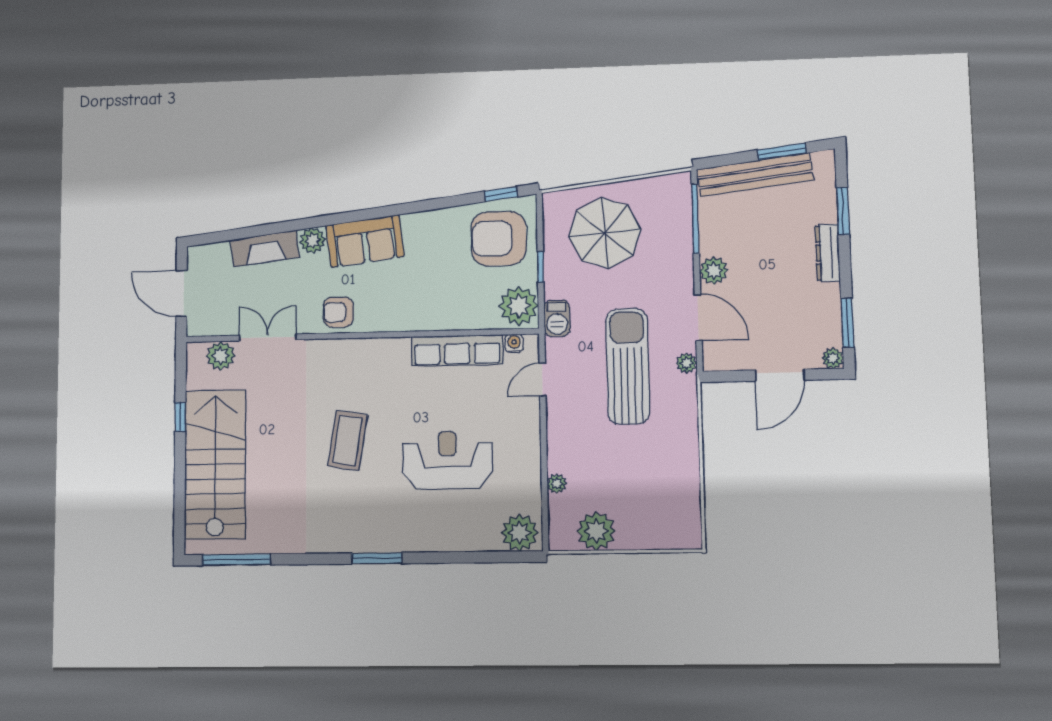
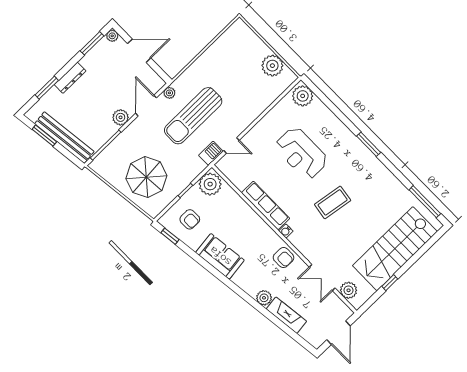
armchair: (499, 239) -> (190, 219), width x0.53, depth x0.53
sofa: (365, 241) -> (220, 256), moved
barbecue: (557, 318) -> (211, 153), moved
water cooler: (514, 343) -> (286, 231), moved
row of seats: (457, 350) -> (266, 206), moved
plant: (557, 484) -> (268, 100), removed

